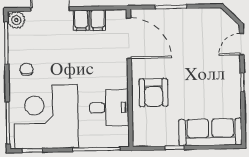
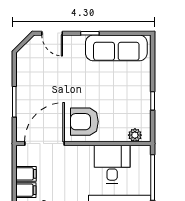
armchair: (153, 93) -> (84, 122), moved, turned 180
plant: (139, 130) -> (135, 135), added
sofa: (210, 132) -> (116, 48), moved, turned -90

